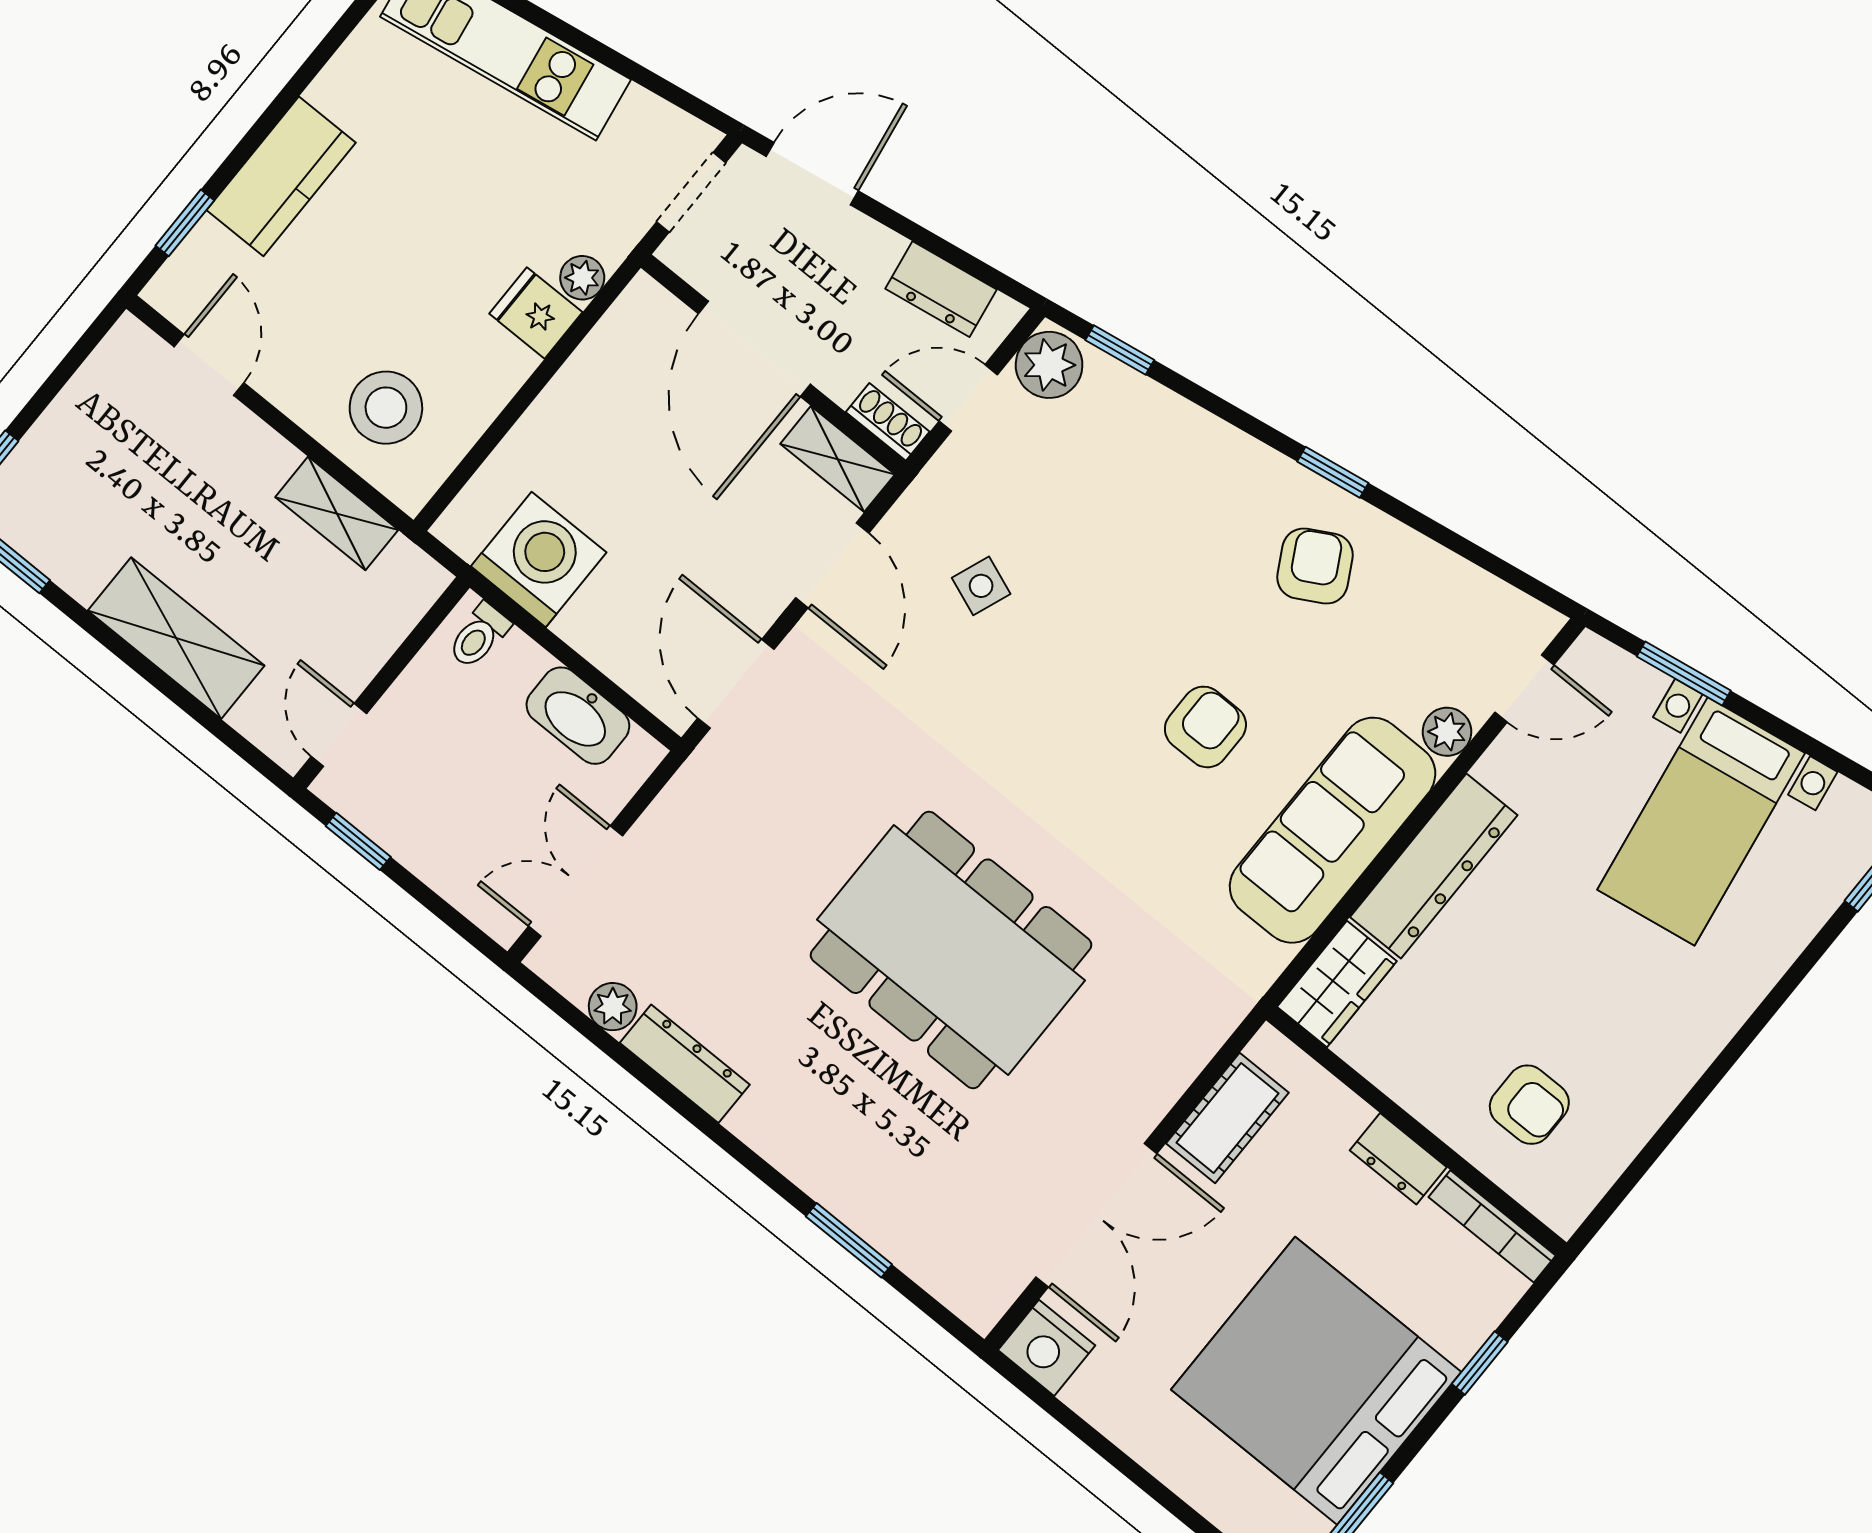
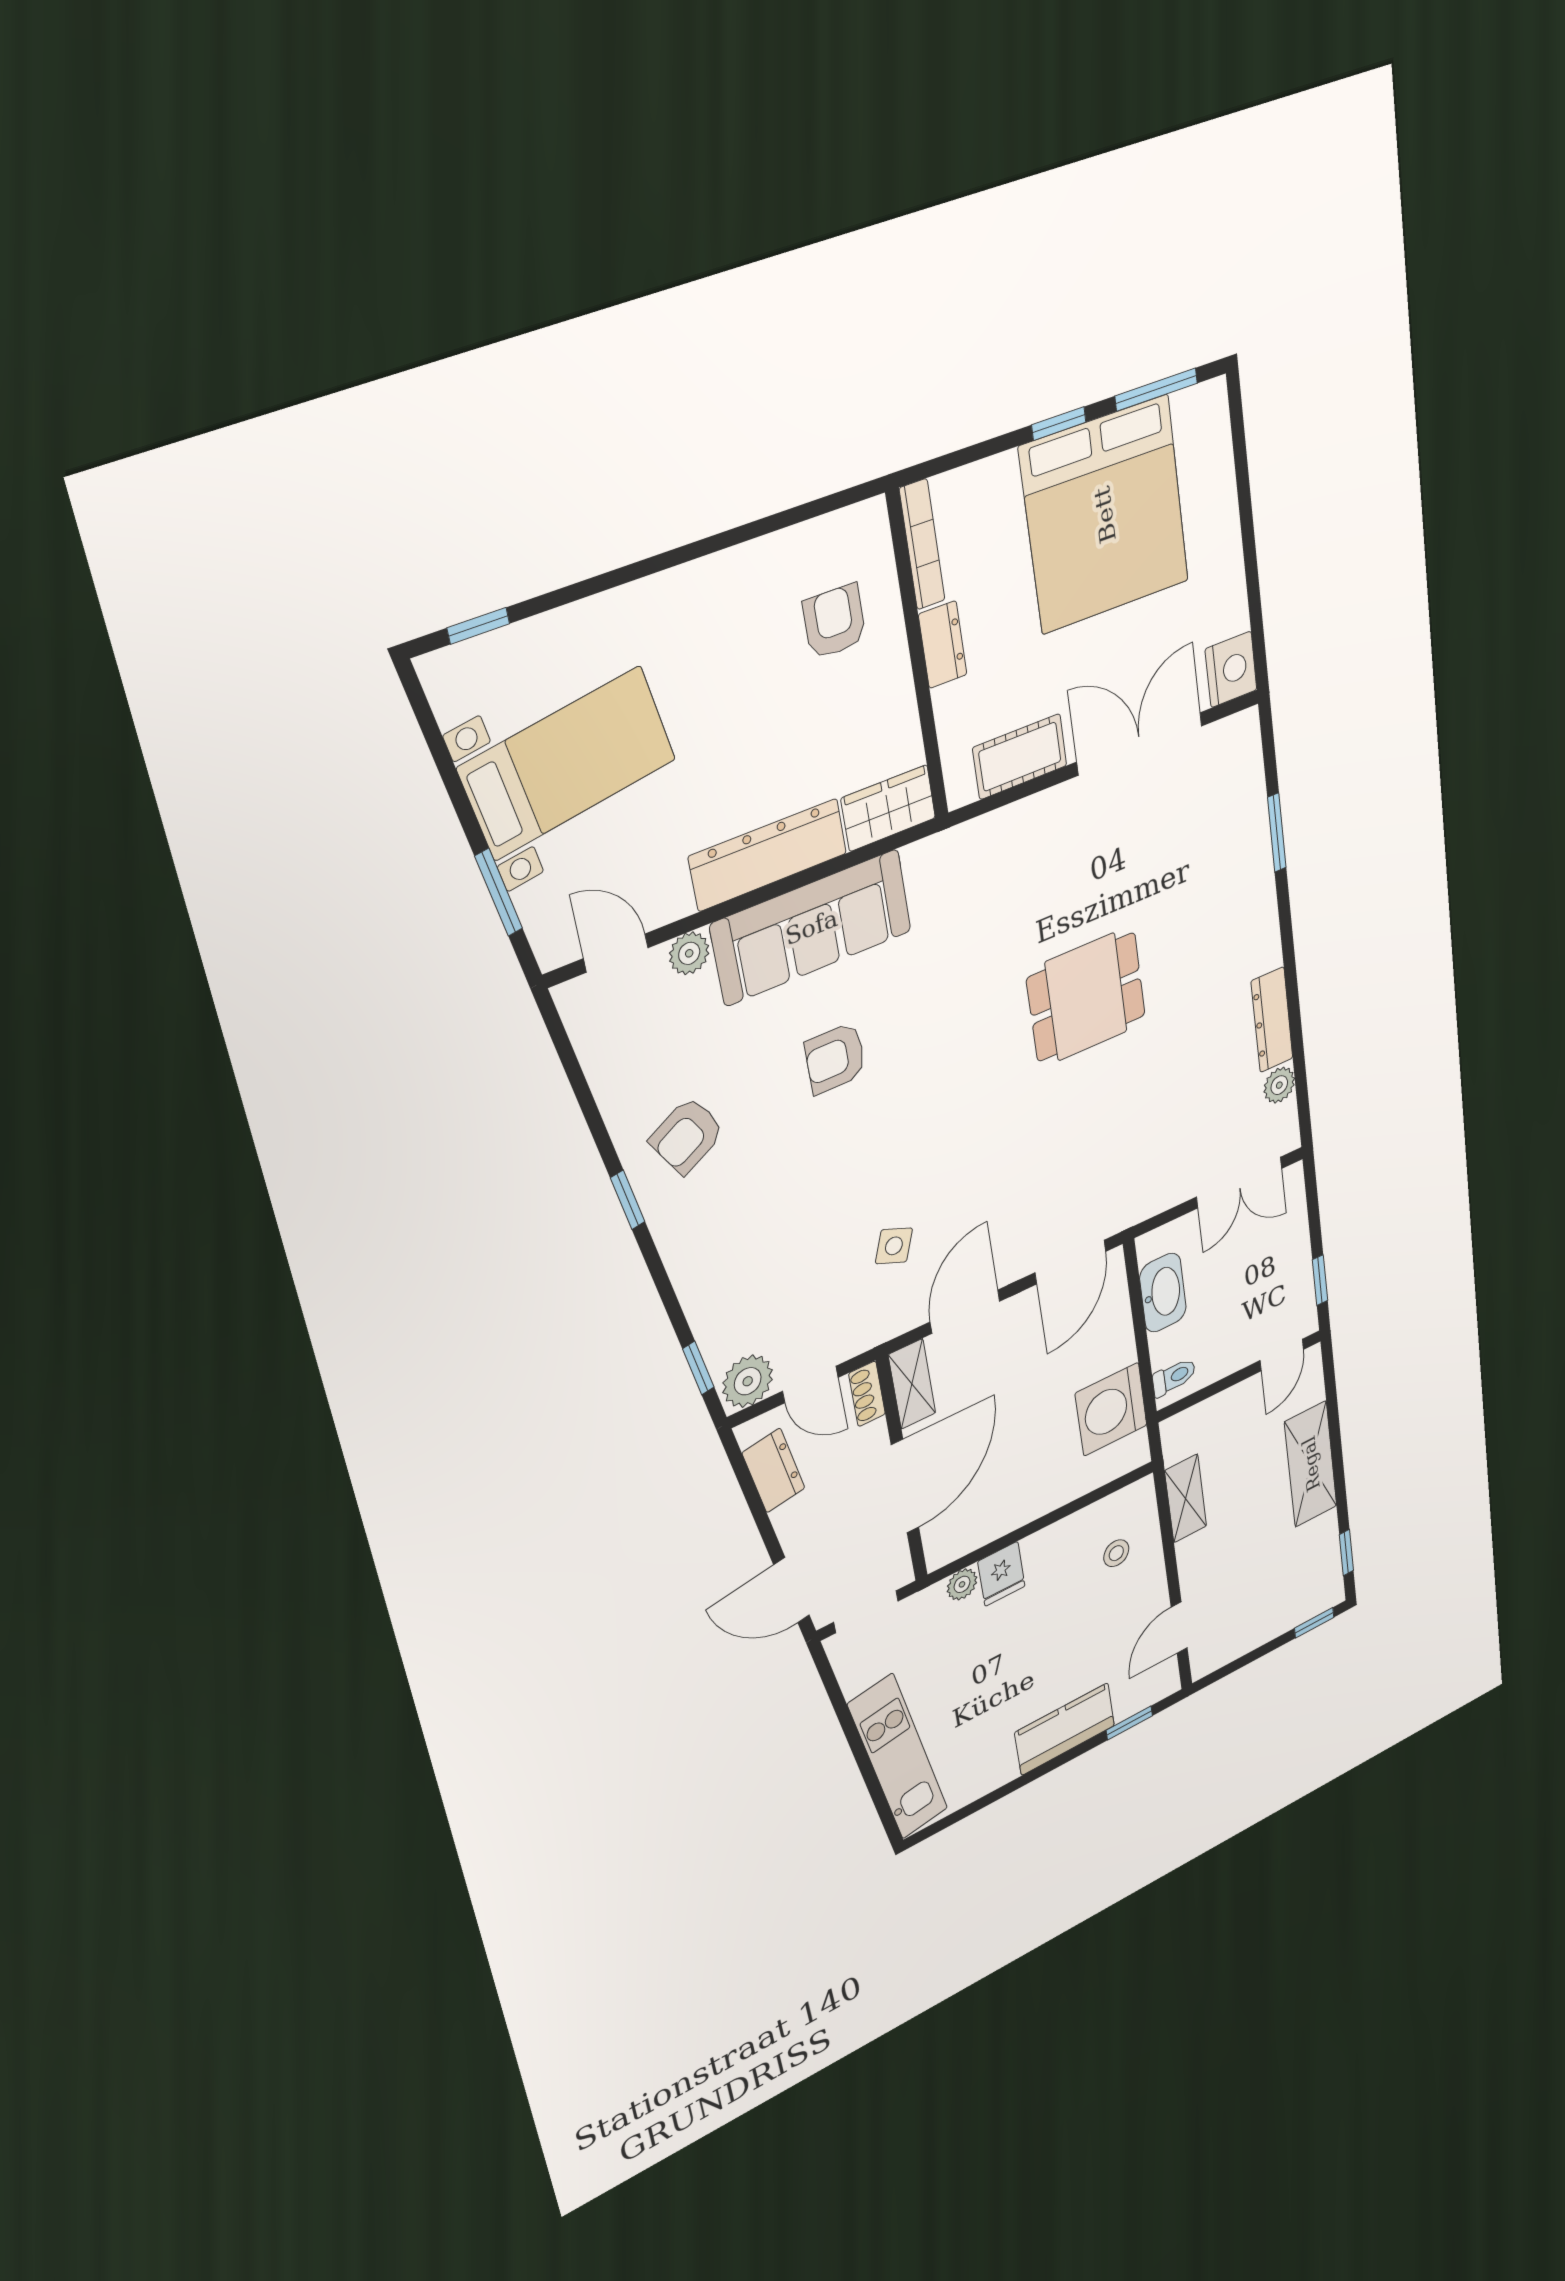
stool: (386, 408) -> (1116, 1553), width x0.53, depth x0.53
dining table: (951, 950) -> (1086, 997), width x0.53, depth x0.80
window: (1480, 1363) -> (1059, 423), moved

